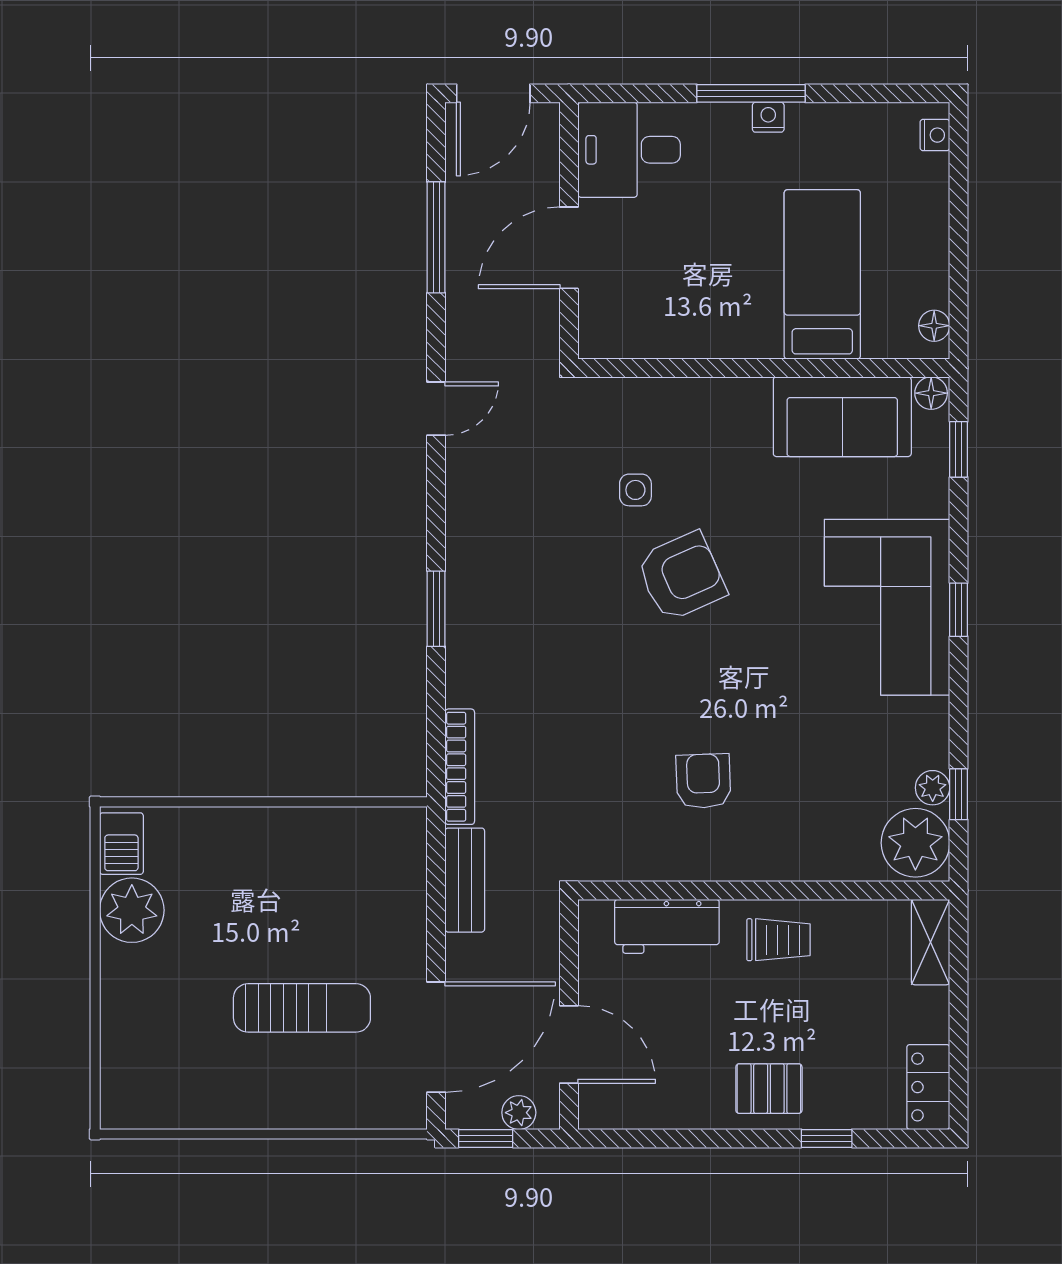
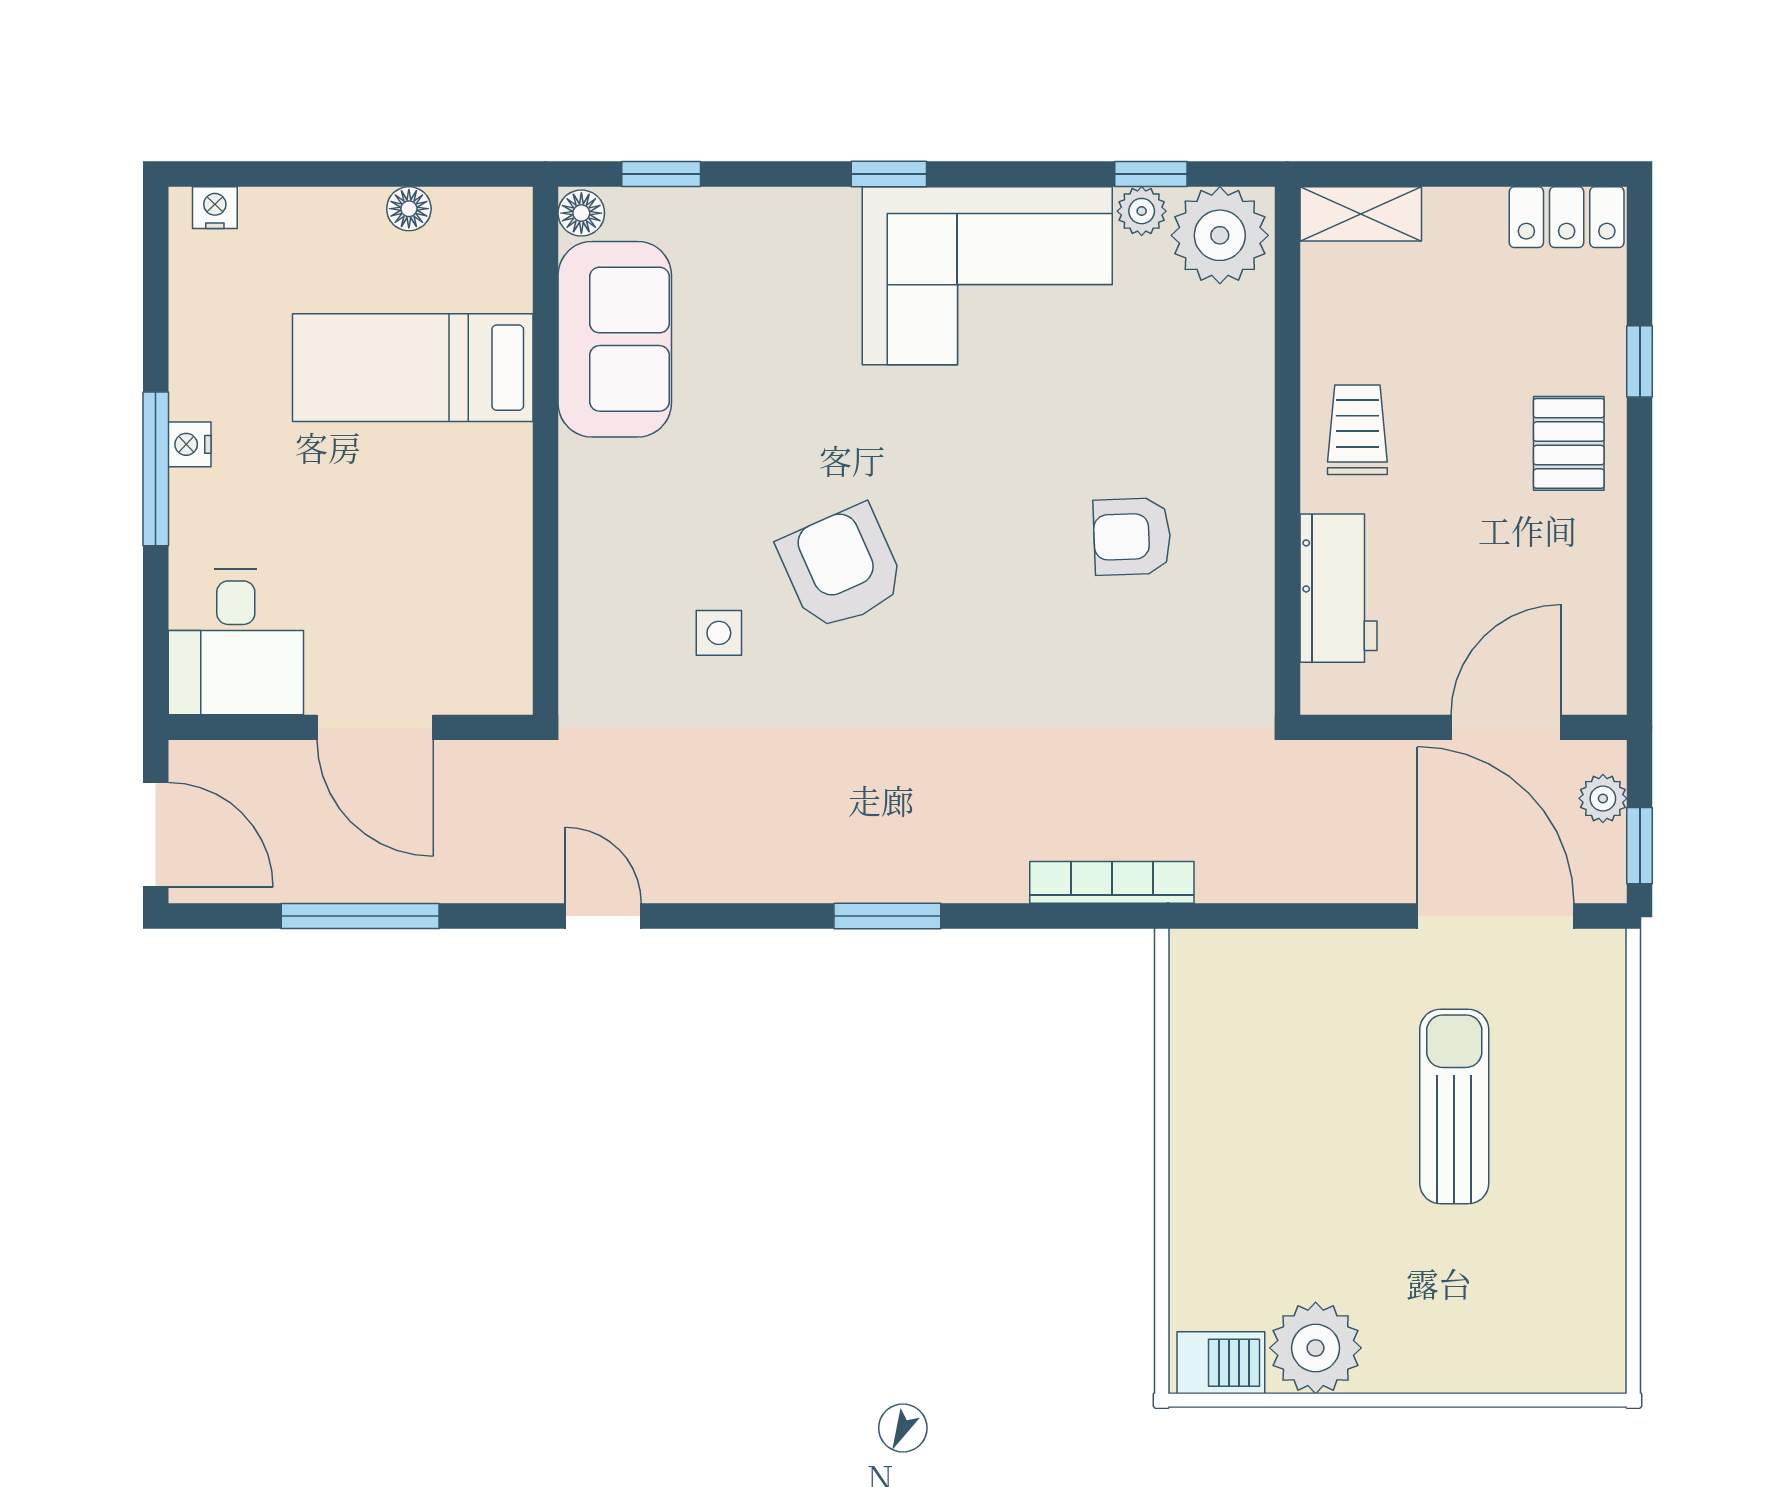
floor lamp: (934, 326) -> (409, 209), moved
corner sofa: (887, 607) -> (987, 276), moved
bench: (465, 880) -> (1273, 875), removed

